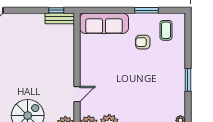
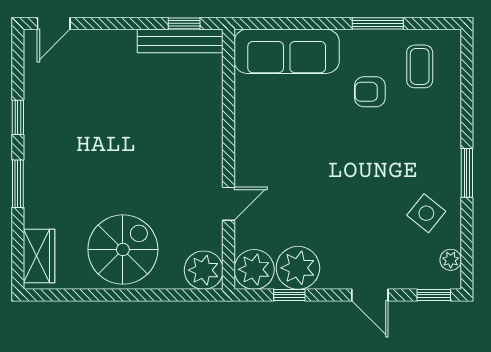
bench: (60, 18) -> (180, 41), width x1.36
side table: (169, 99) -> (426, 213), added

